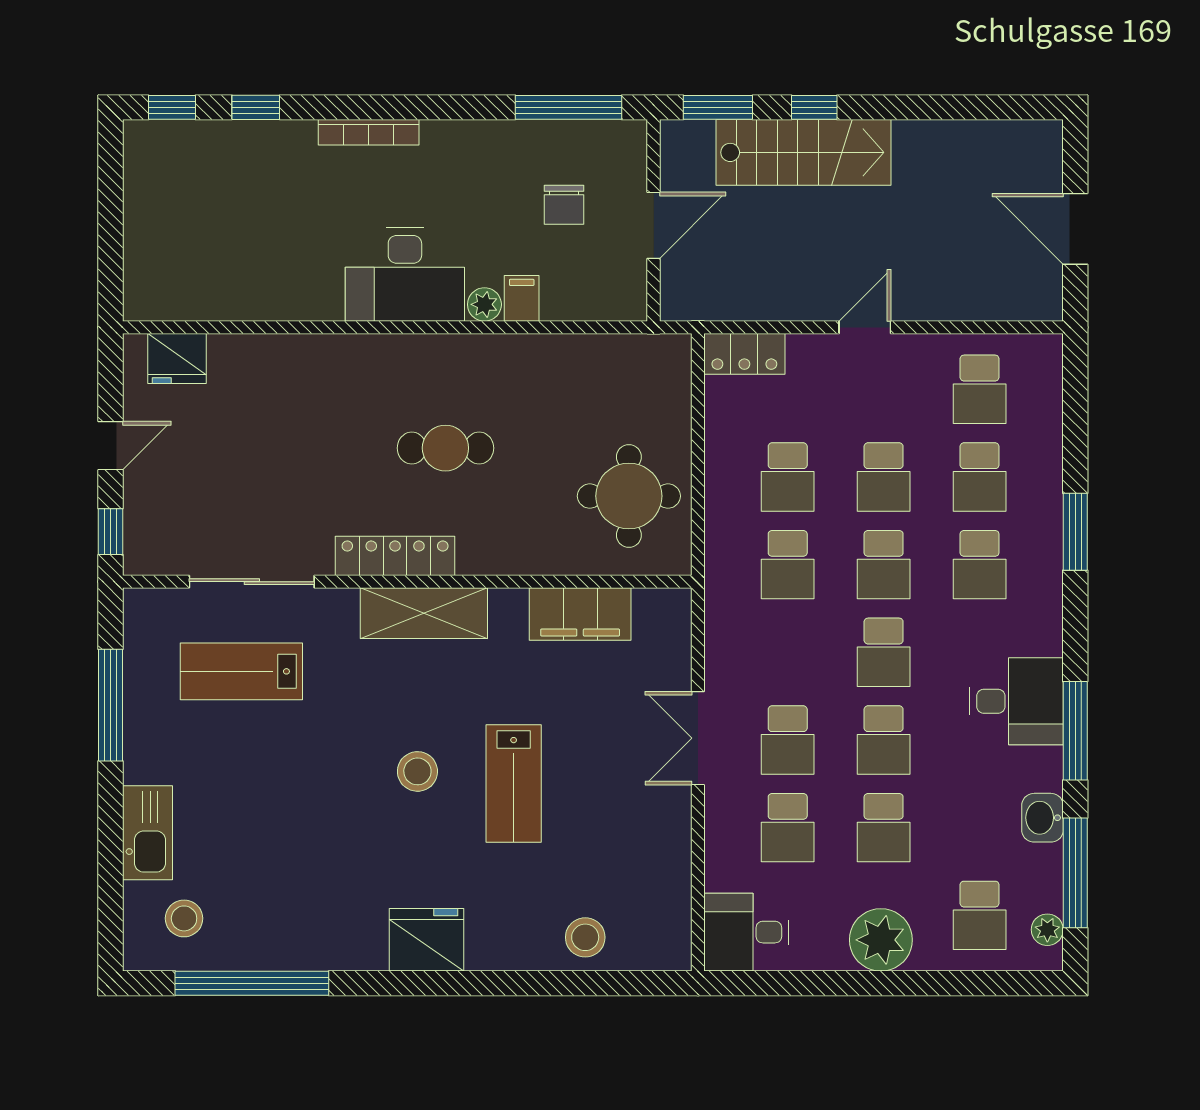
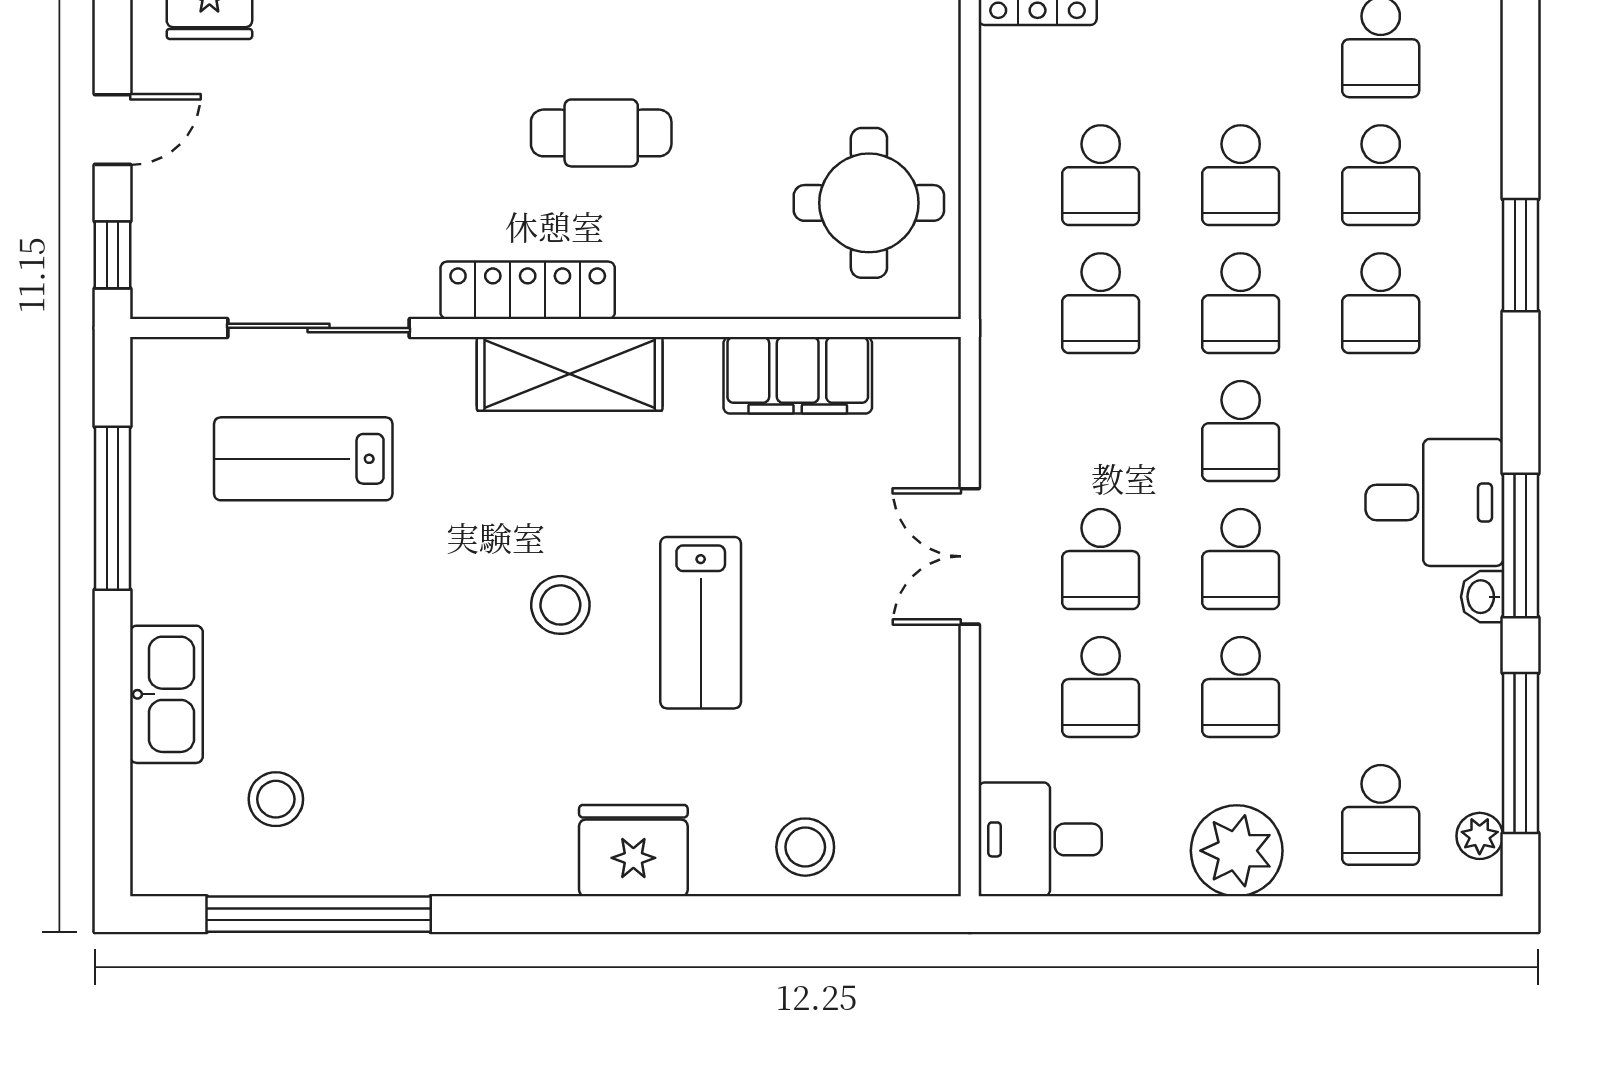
washbasin: (1042, 818) -> (1482, 597), moved, width x0.72, depth x0.69
stool: (184, 918) -> (276, 799), moved
fridge: (426, 940) -> (633, 851), moved

